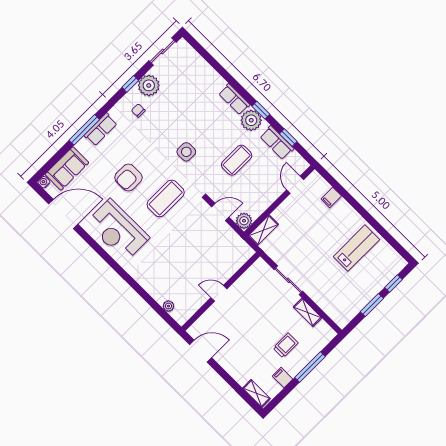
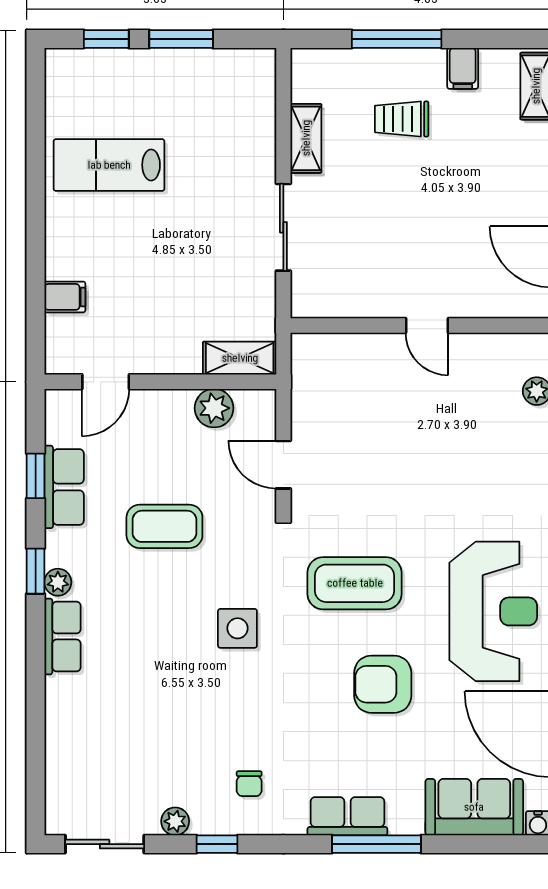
plant: (149, 85) -> (175, 821), width x0.53, depth x0.53
plant: (251, 120) -> (58, 582), width x0.53, depth x0.53
armchair: (128, 178) -> (383, 684), turned 180
plant: (244, 221) -> (214, 408), moved

